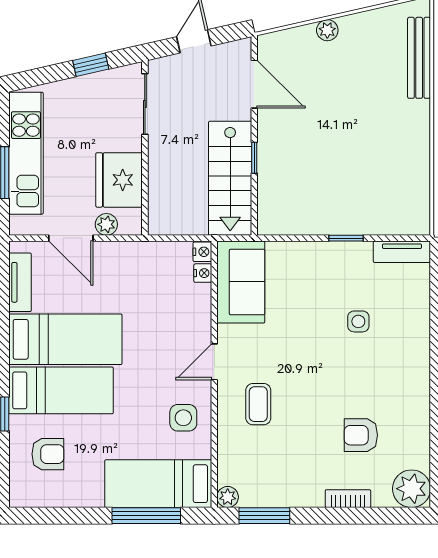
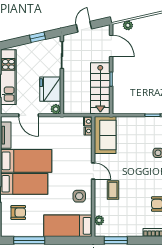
plant: (327, 30) -> (128, 25), moved
plant: (106, 224) -> (56, 109), moved
door: (214, 362) -> (93, 171), swing flipped
plant: (228, 497) -> (99, 220), moved
window: (146, 516) -> (29, 240), moved

